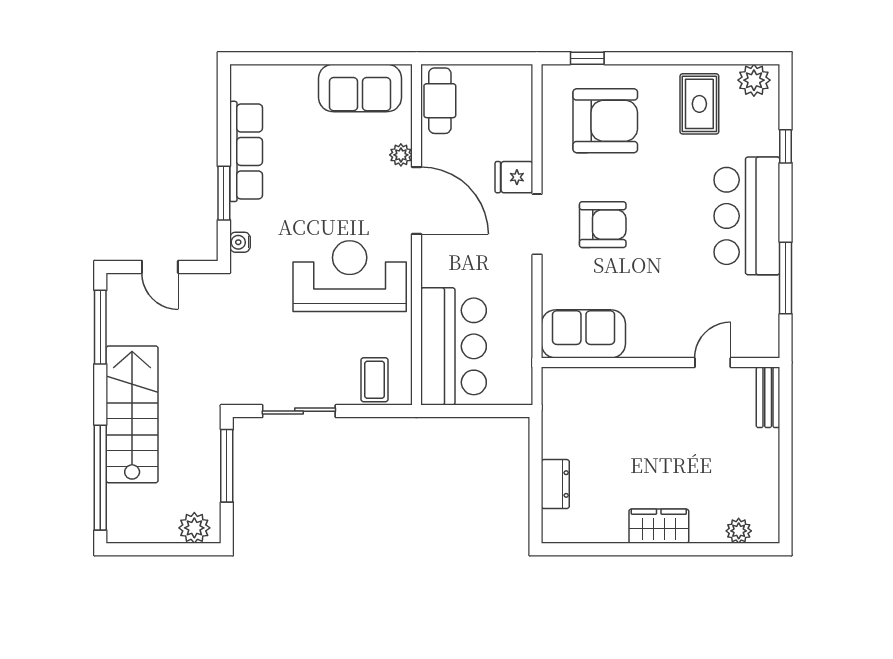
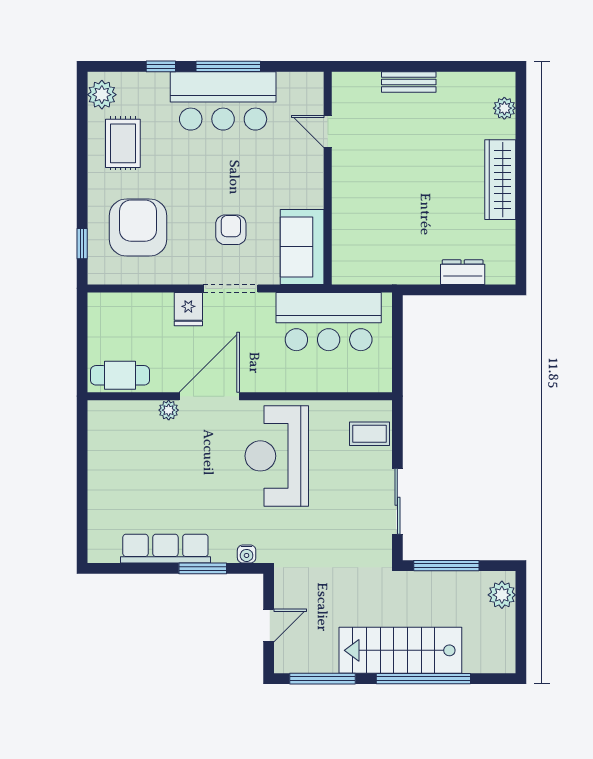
sofa: (360, 88) -> (109, 447), removed
rug: (699, 104) -> (123, 143), turned 90
armchair: (603, 225) -> (231, 230), width x0.72, depth x0.72
window: (786, 278) -> (228, 66), moved
sofa: (583, 334) -> (302, 247), moved
bar counter: (454, 346) -> (329, 322), moved, turned 180
wall: (661, 363) -> (328, 178), moved
door: (713, 363) -> (328, 132), moved
bench: (768, 397) -> (409, 82), moved
window: (100, 478) -> (423, 679), moved
wardrobe: (659, 526) -> (500, 180), width x1.50

